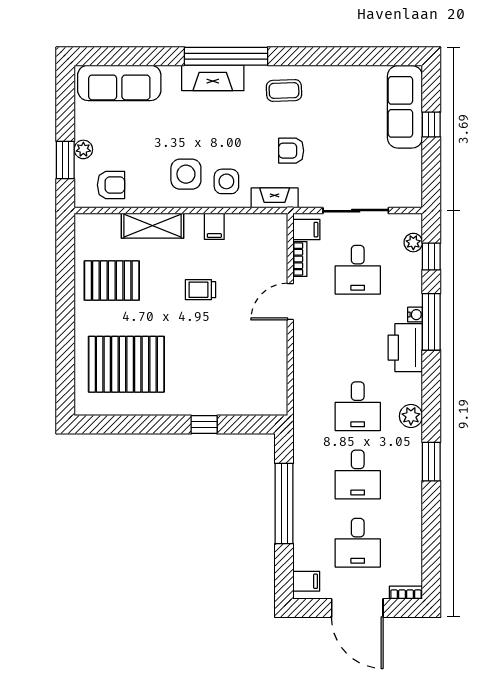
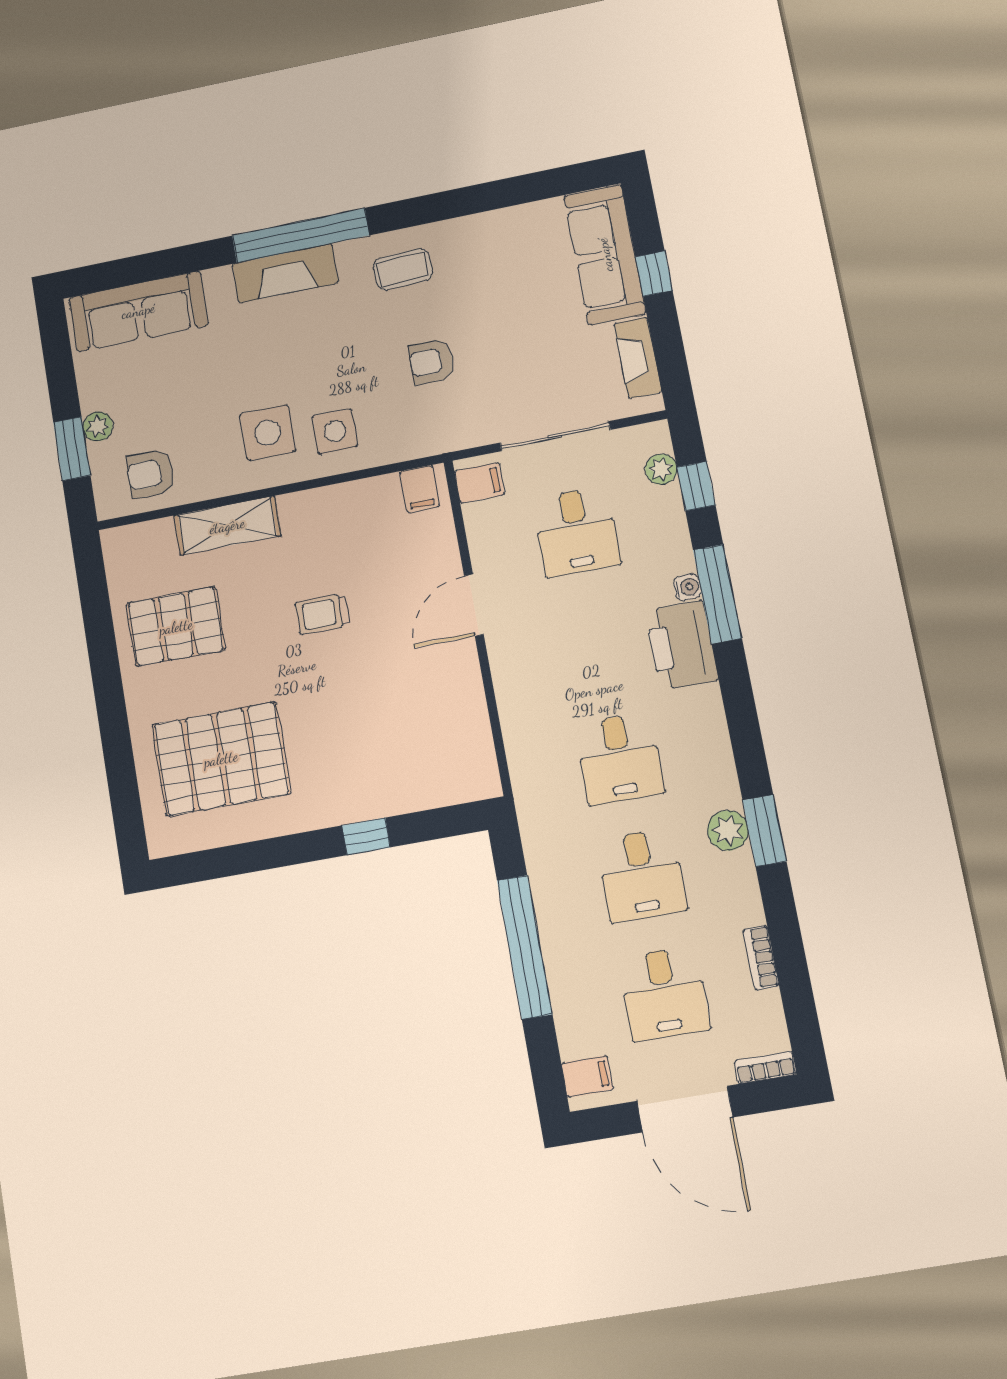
armchair: (111, 185) -> (151, 474), turned 180
fireplace: (275, 198) -> (638, 358), moved, turned -90
filing cabinet: (214, 226) -> (420, 489), moved
bookcase: (300, 259) -> (761, 958), moved, turned 180
plant: (411, 416) -> (728, 830), moved

